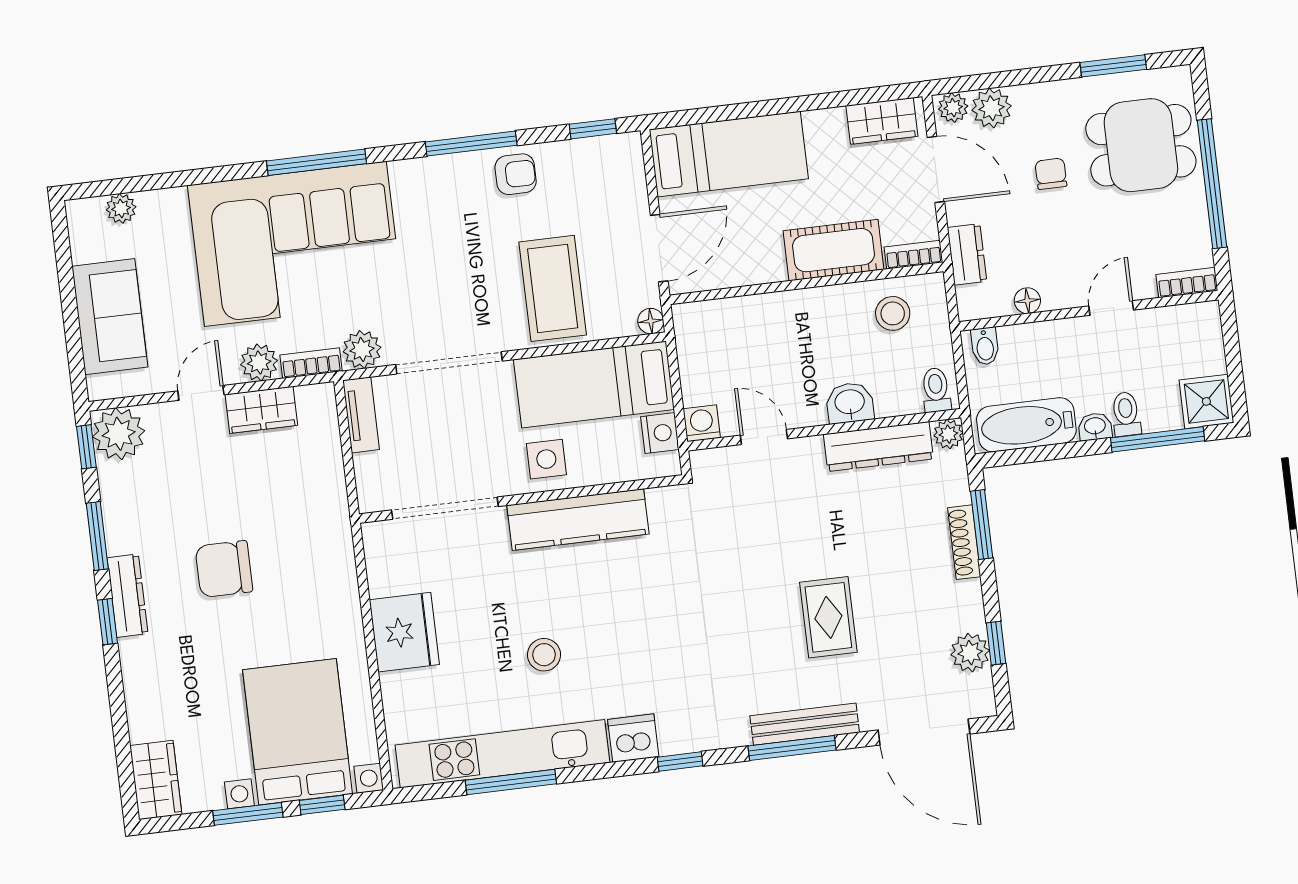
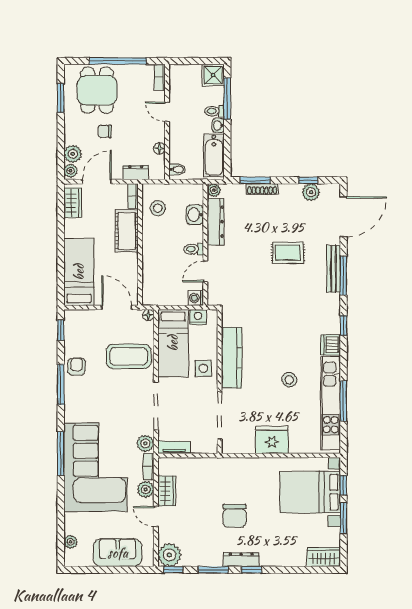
toilet: (936, 390) -> (194, 249), moved
washbasin: (850, 403) -> (195, 215), moved

